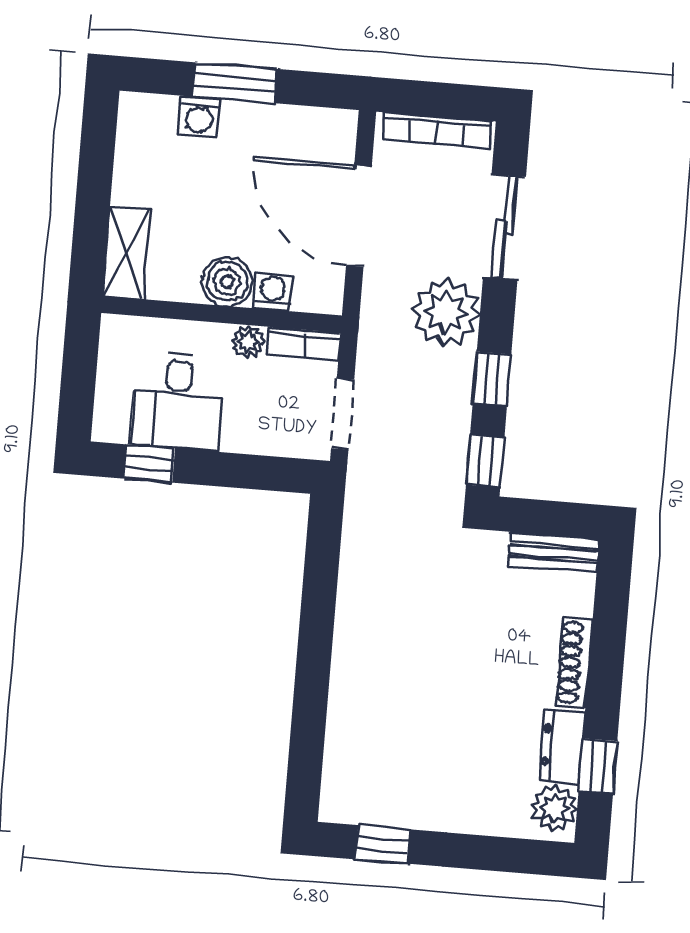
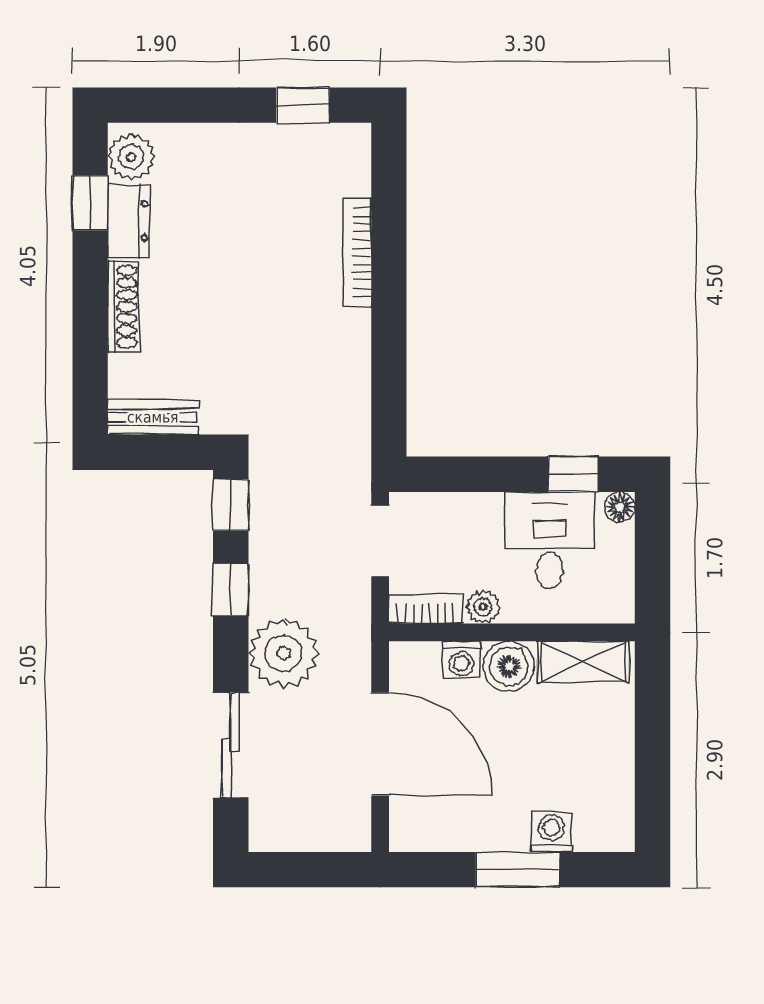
bookcase: (437, 130) -> (357, 252), moved, turned -90
shelving: (126, 253) -> (583, 662), moved, turned 90
floor lamp: (107, 428) -> (620, 507), added

